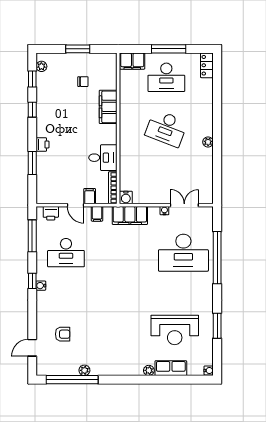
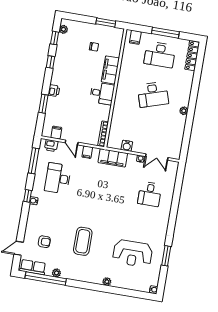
window: (78, 49) -> (106, 22), moved
filing cabinet: (132, 61) -> (135, 37), width x0.50
locker: (207, 65) -> (192, 56), width x1.53
desk: (166, 128) -> (153, 94), turned -39
desk: (103, 158) -> (102, 93), moved
filing cabinet: (90, 196) -> (56, 133), moved
water cooler: (126, 197) -> (127, 146), moved
double door: (184, 205) -> (157, 157), swing flipped
desk: (66, 253) -> (58, 178), turned 90
desk: (183, 253) -> (150, 194), width x0.53, depth x0.77
window: (217, 258) -> (175, 202), removed
coffee table: (110, 326) -> (83, 241), added
row of seats: (171, 368) -> (33, 267), moved

